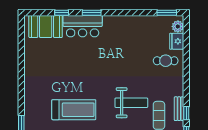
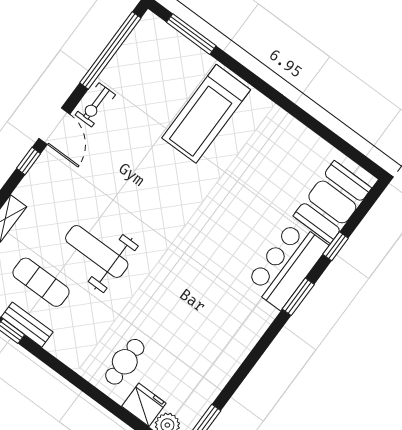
weight bench: (131, 103) -> (97, 251), turned 90
treadmill: (74, 110) -> (206, 114), moved

